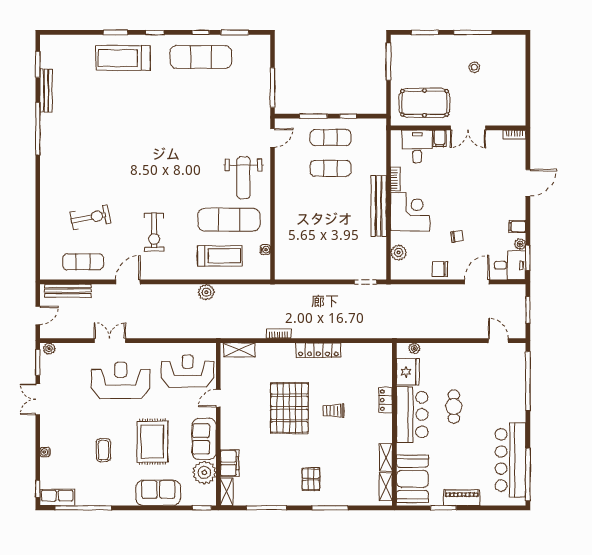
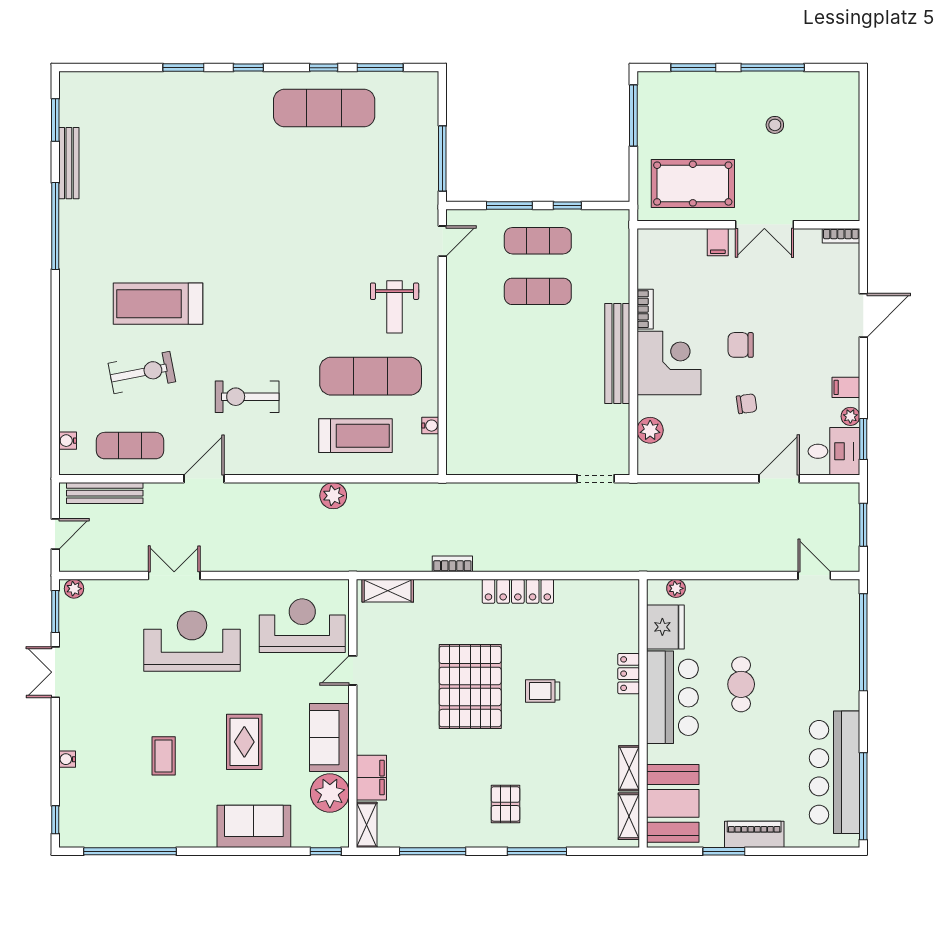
treadmill: (123, 58) -> (158, 304), moved
desk: (417, 146) -> (681, 255), removed
weight bench: (244, 178) -> (395, 307), width x0.73, depth x0.75
exercise bike: (154, 232) -> (247, 397), turned 90
water cooler: (45, 259) -> (68, 441), added
chair: (440, 269) -> (741, 345), moved
rug: (152, 442) -> (244, 742), width x0.73, depth x0.70
row of seats: (57, 497) -> (87, 834), removed

